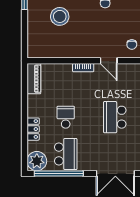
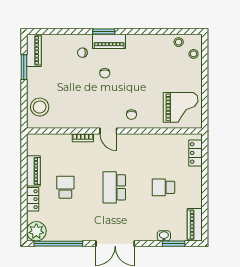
stool: (60, 16) -> (40, 107), moved
piano: (34, 79) -> (33, 171), moved
school desk: (66, 154) -> (65, 224), removed

